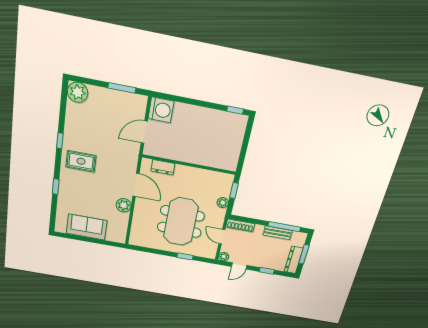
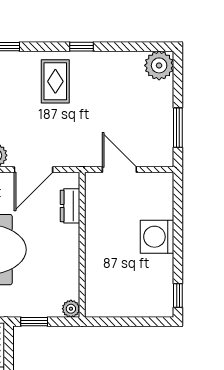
washing machine: (161, 110) -> (157, 237), moved, turned 90
window: (234, 190) -> (34, 322), moved
plant: (223, 203) -> (71, 309), moved

